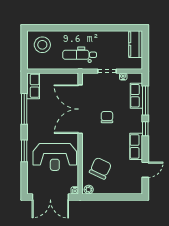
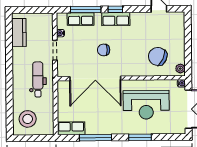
kitchen counter: (136, 44) -> (19, 33), moved, turned -90
dental chair: (80, 55) -> (38, 79), turned 180
row of seats: (136, 146) -> (116, 19), moved
reception desk: (55, 157) -> (146, 105), turned 90

